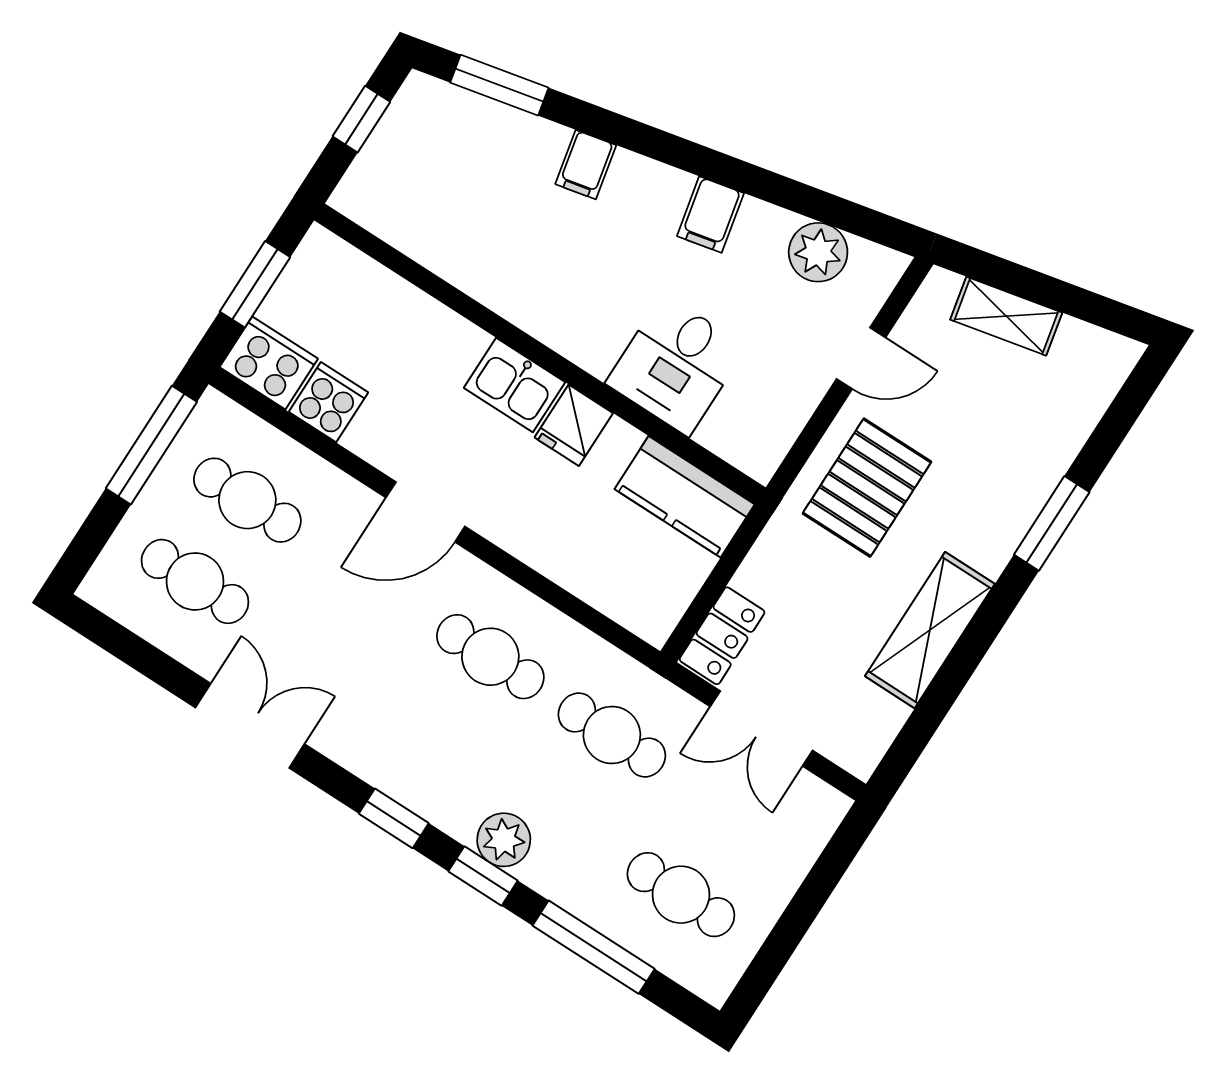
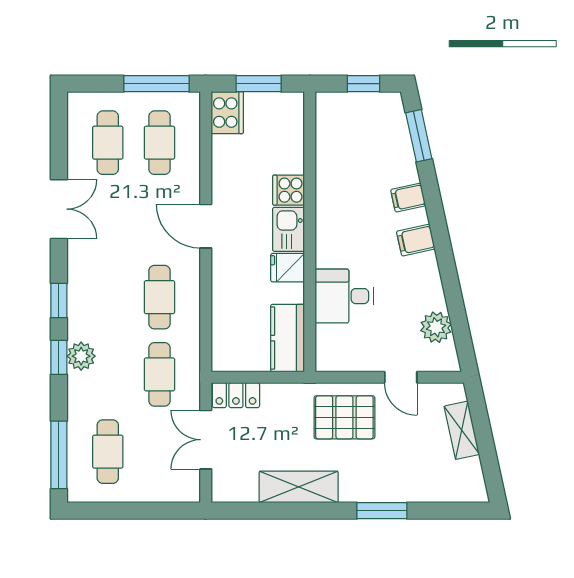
filing cabinet: (710, 215) -> (416, 240), moved
cooker: (328, 402) -> (289, 190), moved, turned 180
window: (594, 947) -> (59, 455), moved

